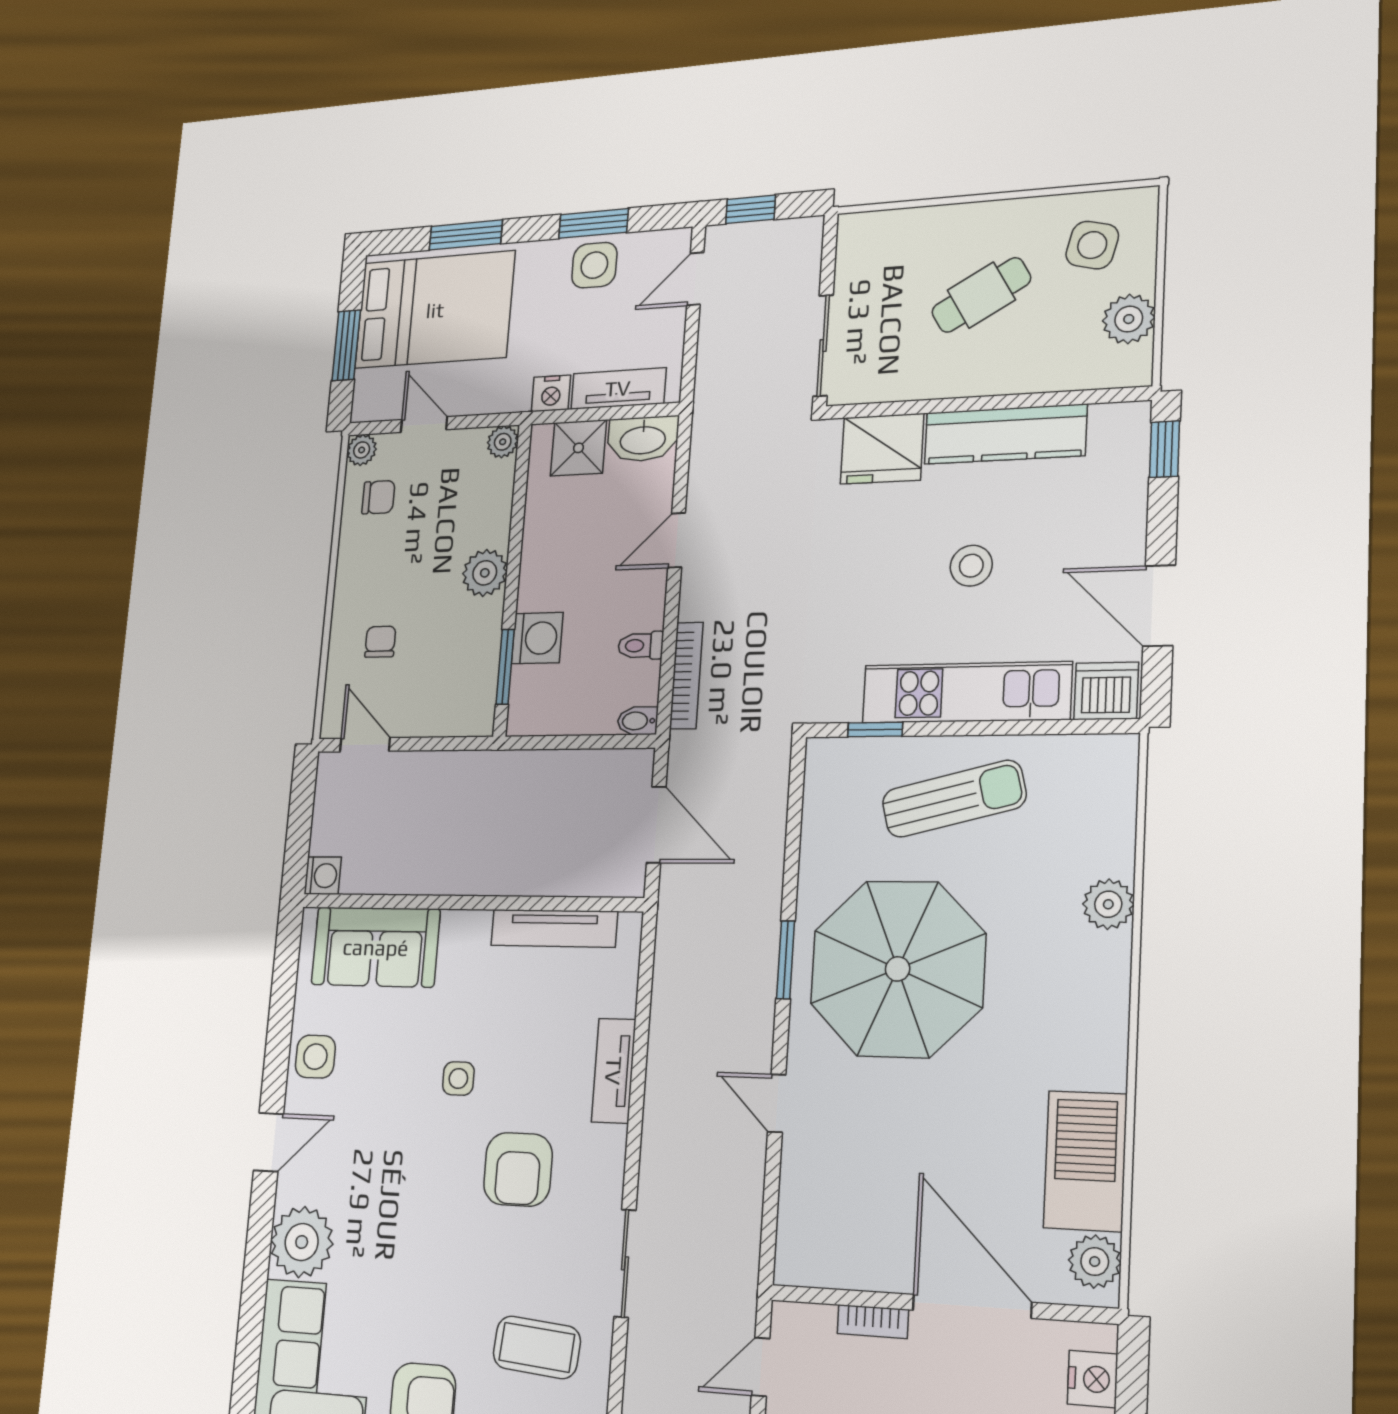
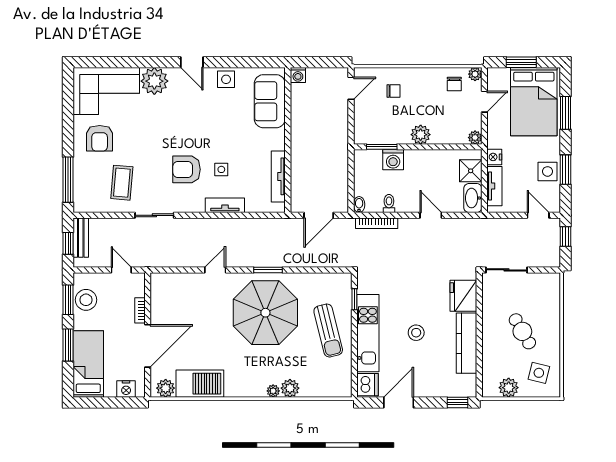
plant: (1114, 952) -> (273, 391), added
side table: (458, 1078) -> (221, 169), moved

